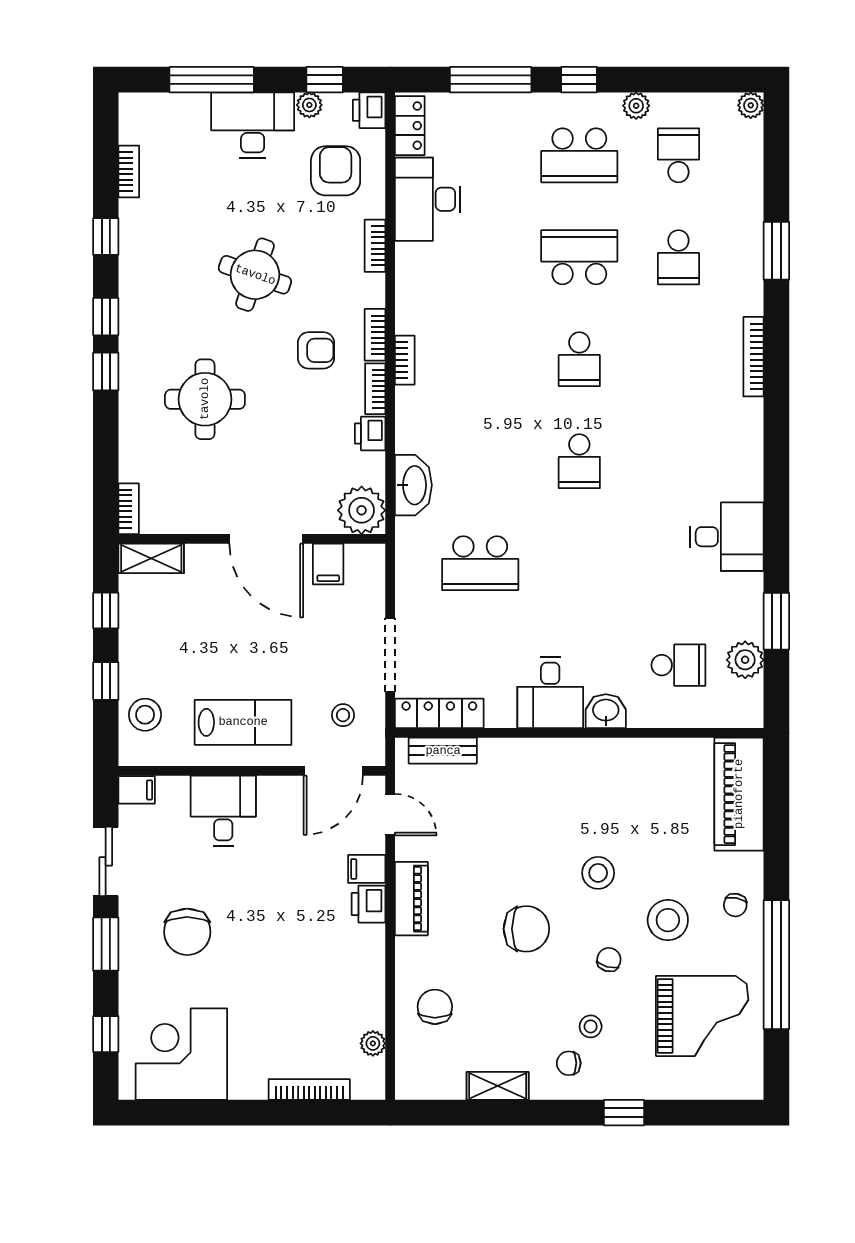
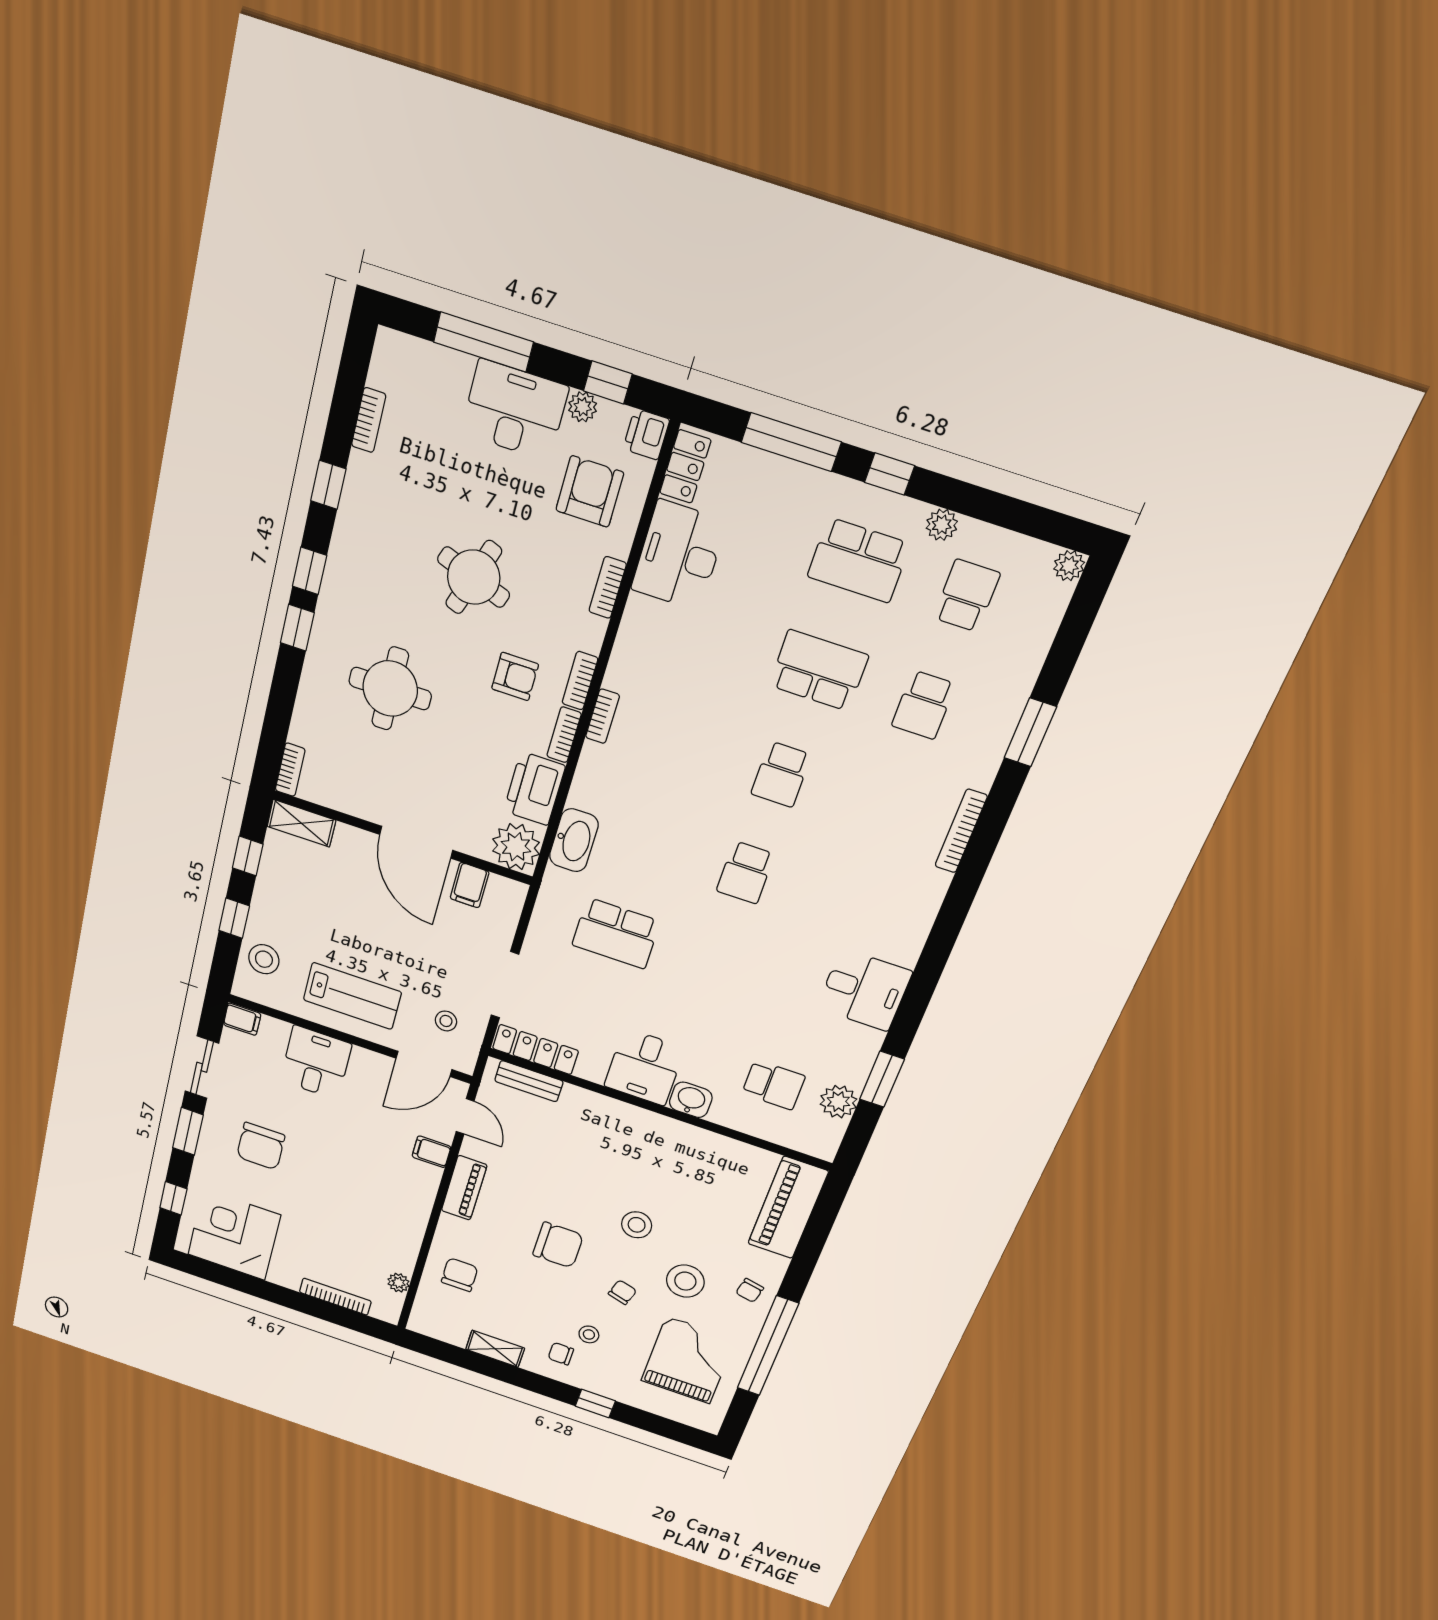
printer: (370, 433) -> (534, 789), width x1.87, depth x1.48
printer: (369, 904) -> (425, 1179), removed
grand piano: (702, 1016) -> (688, 1360), turned -90

